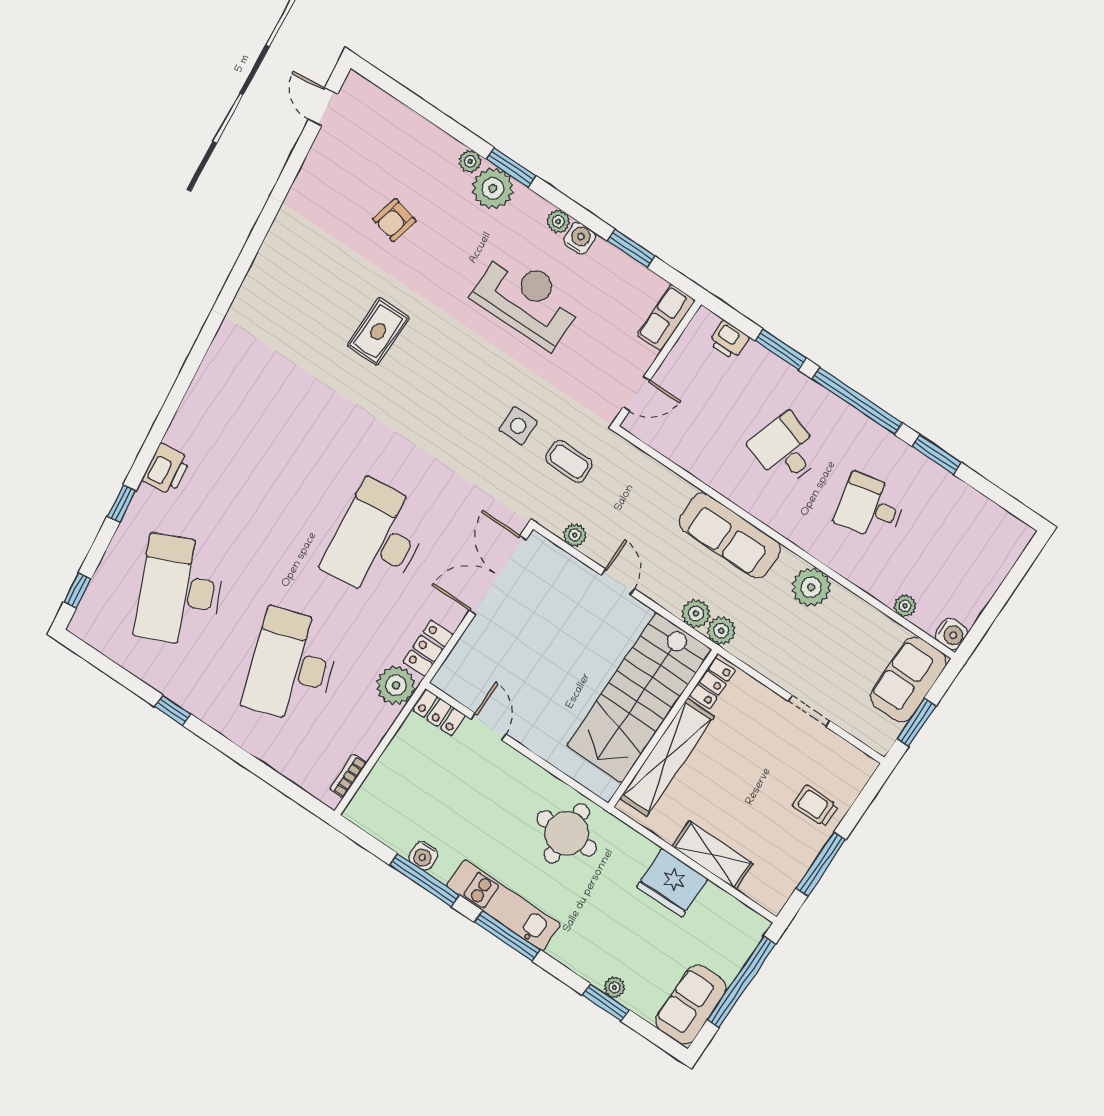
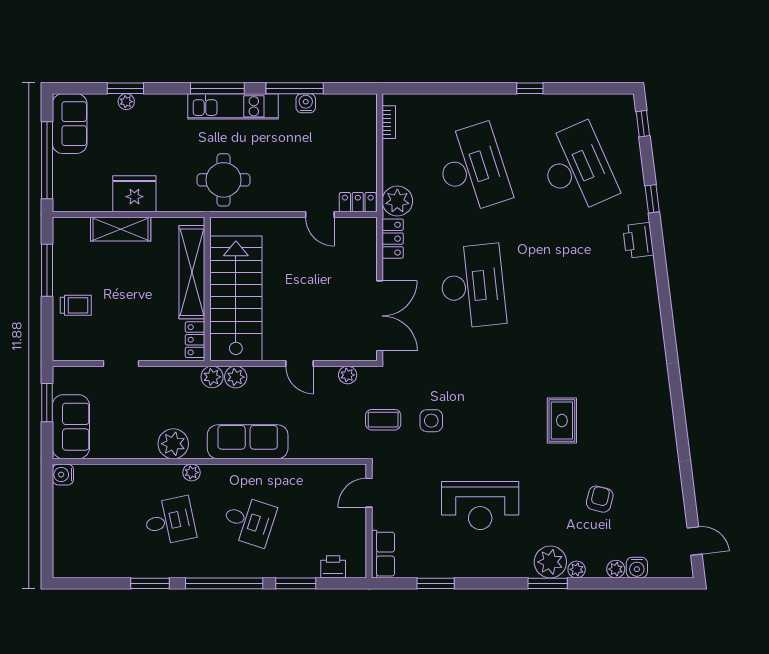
plant: (558, 221) -> (616, 569), moved
water cooler: (580, 238) -> (637, 568), moved
plant: (905, 606) -> (191, 472), moved

